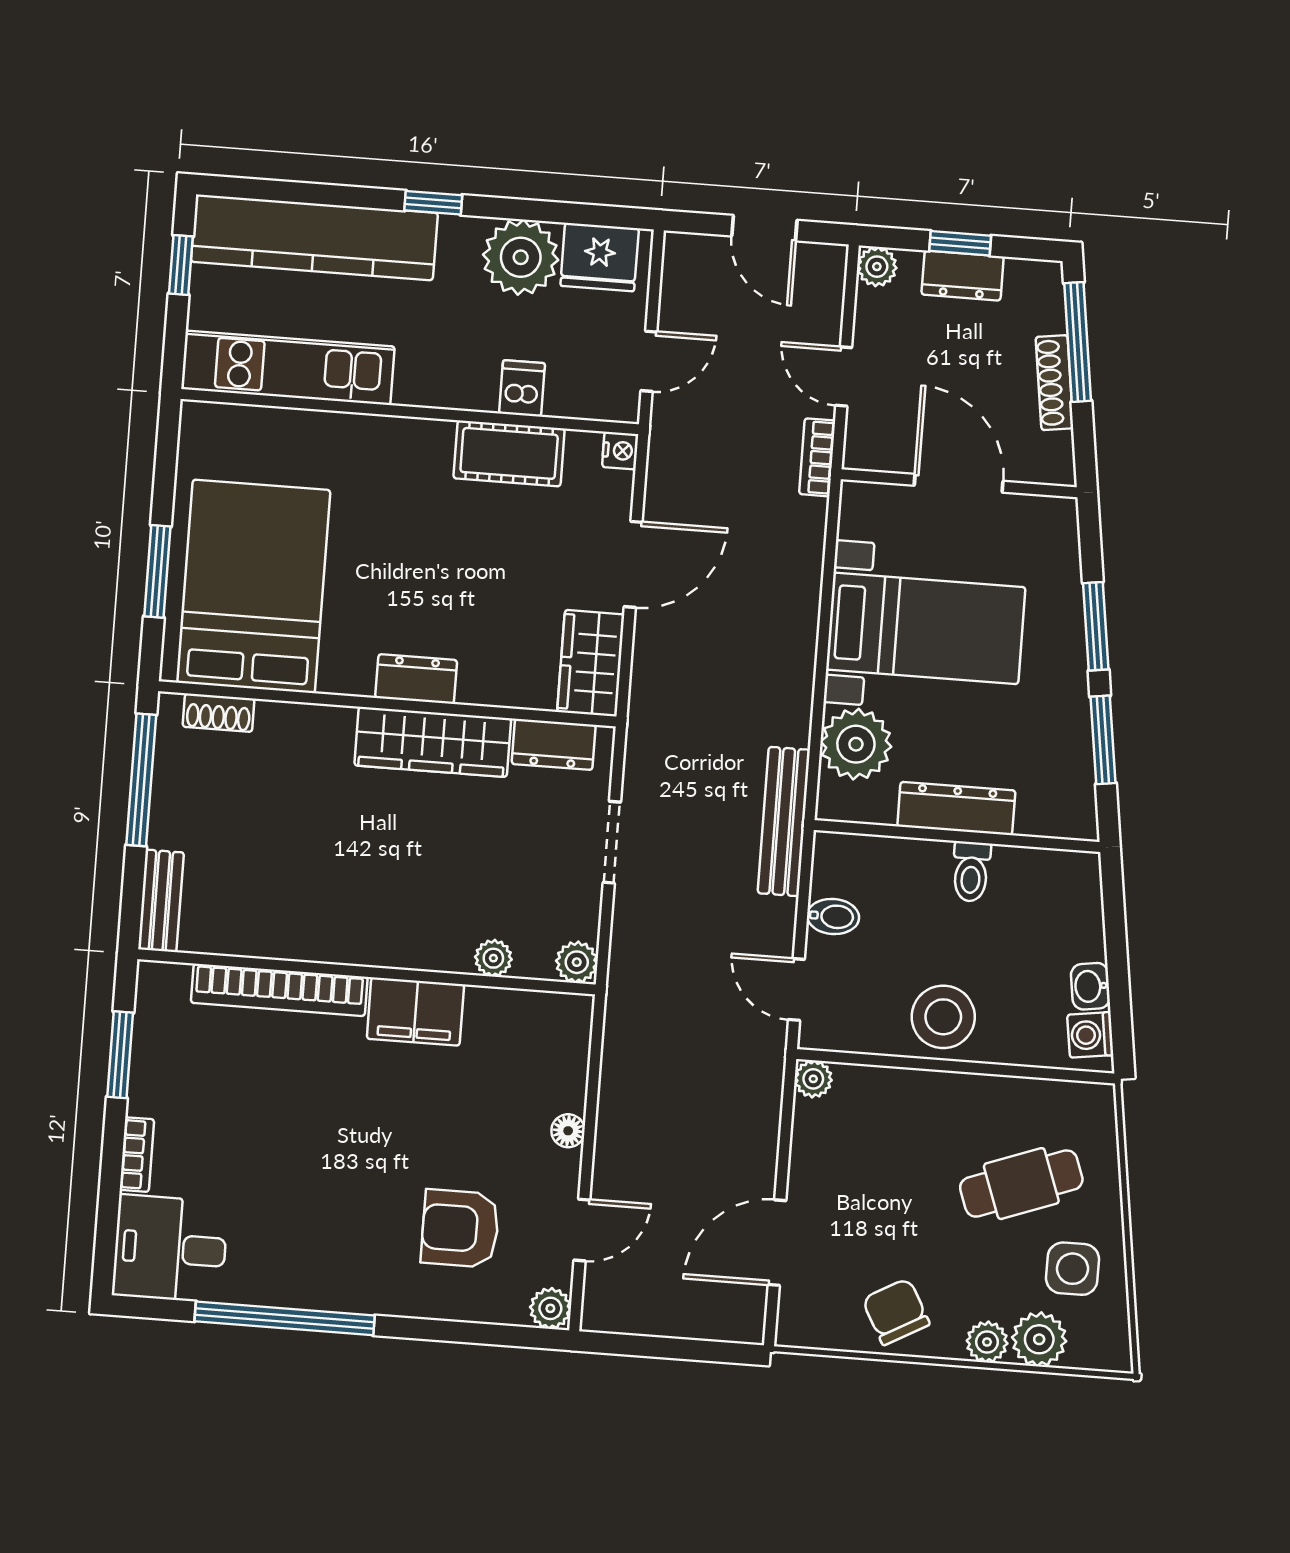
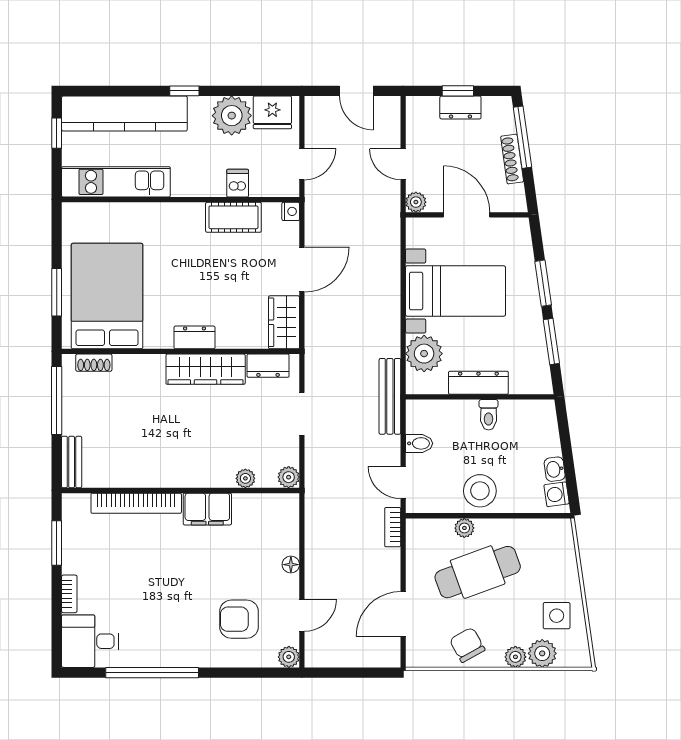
plant: (877, 267) -> (416, 202), moved
bookcase: (817, 457) -> (393, 527), moved
plant: (813, 1079) -> (464, 528), moved
cafe table: (1021, 1184) -> (478, 572), moved, width x1.37, depth x1.35

